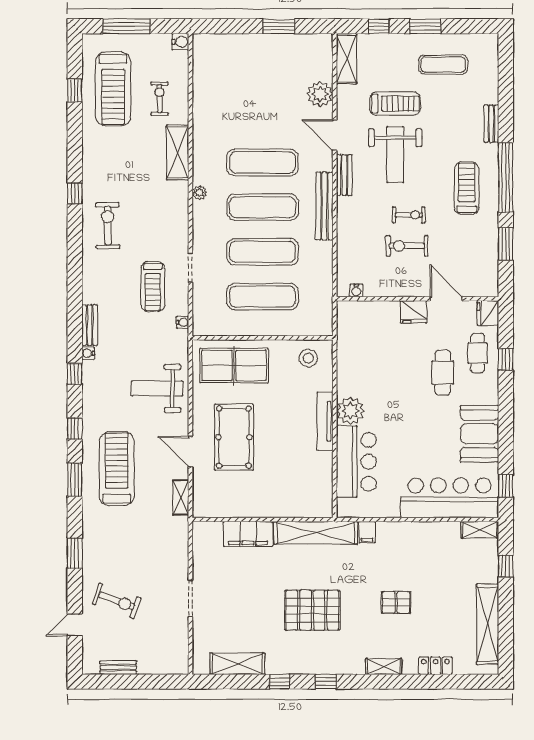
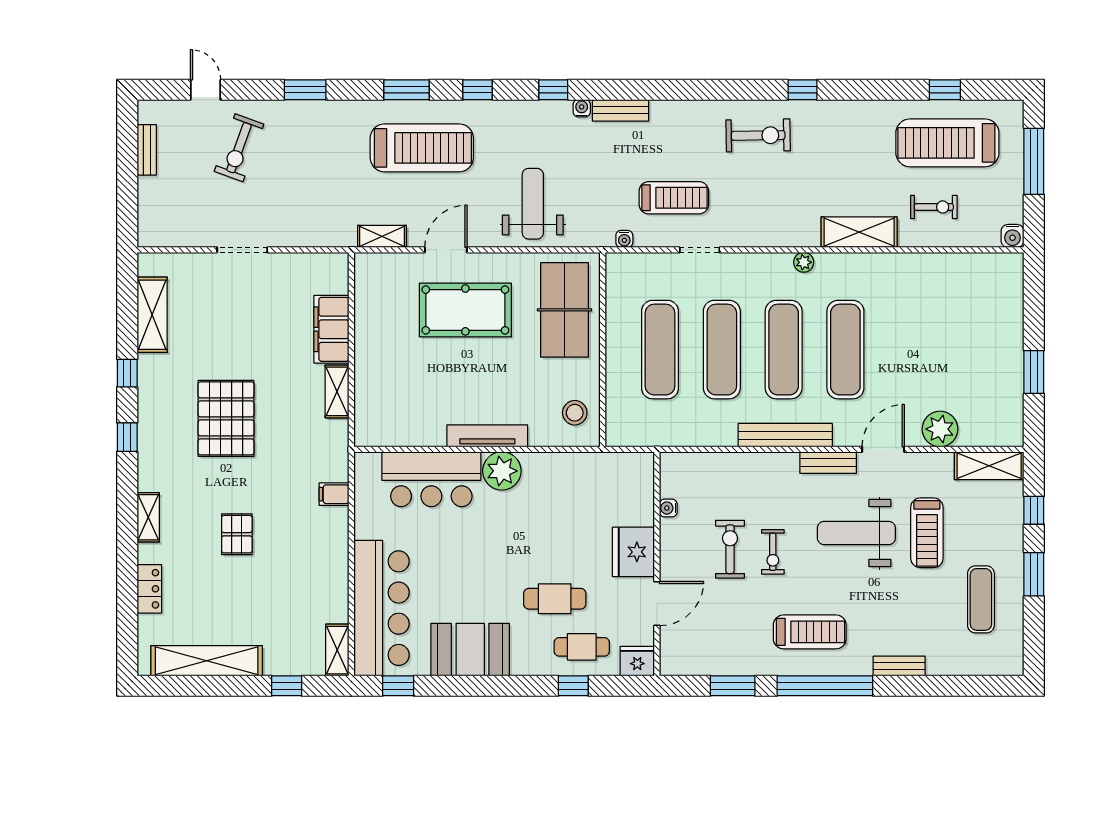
treadmill: (153, 287) -> (674, 198), turned 180
water cooler: (356, 291) -> (668, 508), moved
fridge: (414, 312) -> (633, 552), width x1.36, depth x1.34
shelving: (316, 533) -> (337, 391), width x0.45, depth x0.75

